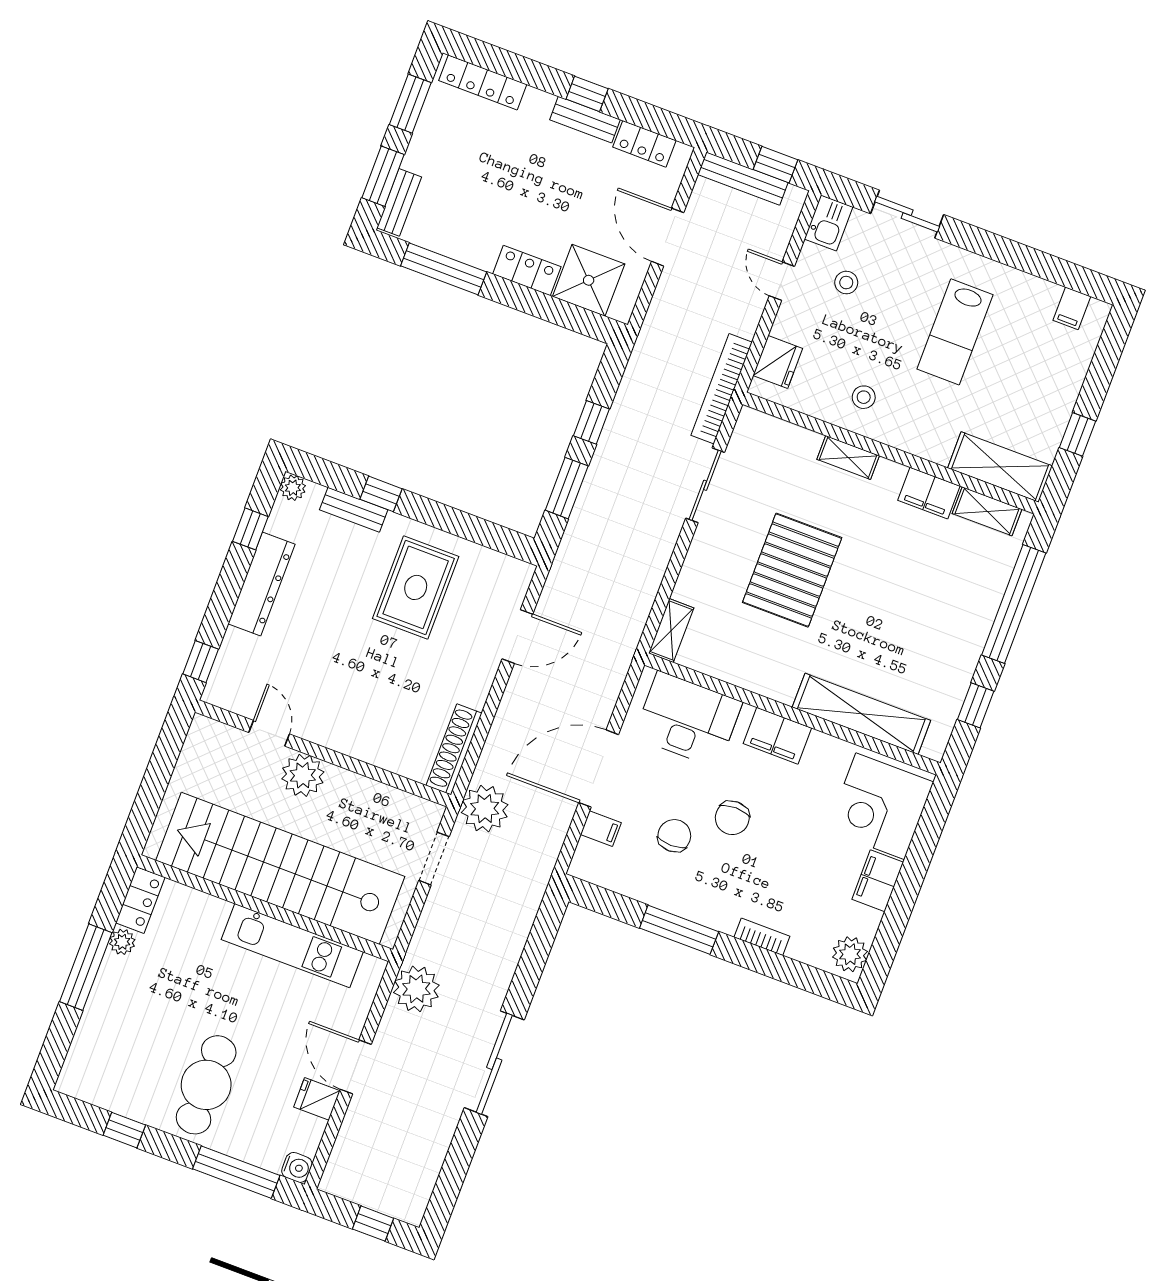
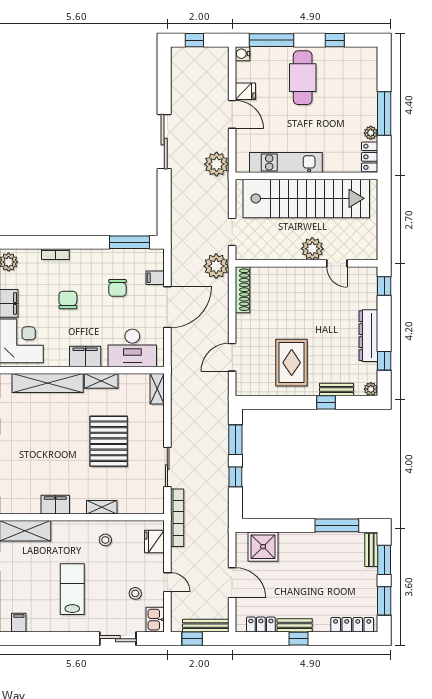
locker: (527, 270) -> (295, 540), removed
shelving: (987, 511) -> (101, 381), moved
chair: (732, 818) -> (68, 300), moved
window: (679, 930) -> (129, 242), moved

